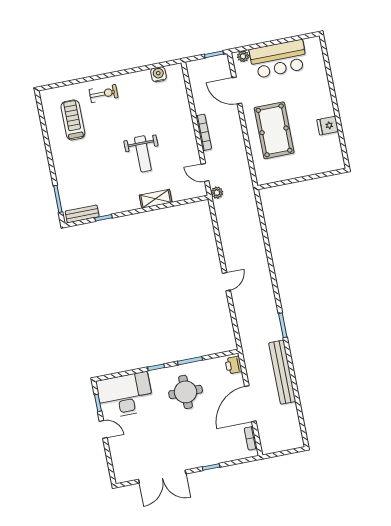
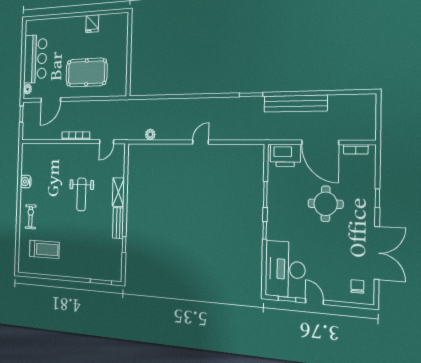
water cooler: (159, 74) -> (26, 182), moved
treadmill: (73, 120) -> (44, 249), turned 180
weight bench: (143, 154) -> (81, 194), turned 90
plant: (217, 193) -> (150, 135), moved
bench: (82, 214) -> (118, 223), moved
door: (226, 282) -> (201, 142), hinge flipped
printer: (234, 365) -> (285, 155), width x1.87, depth x1.48
round table: (186, 392) -> (326, 204), moved
door: (103, 429) -> (314, 301), hinge flipped
chair: (128, 466) -> (357, 286), added

